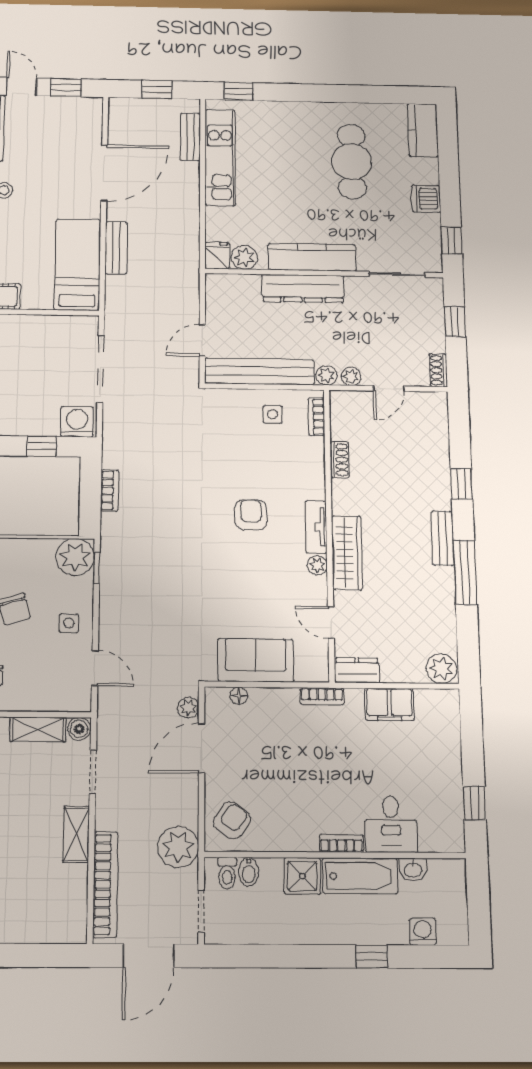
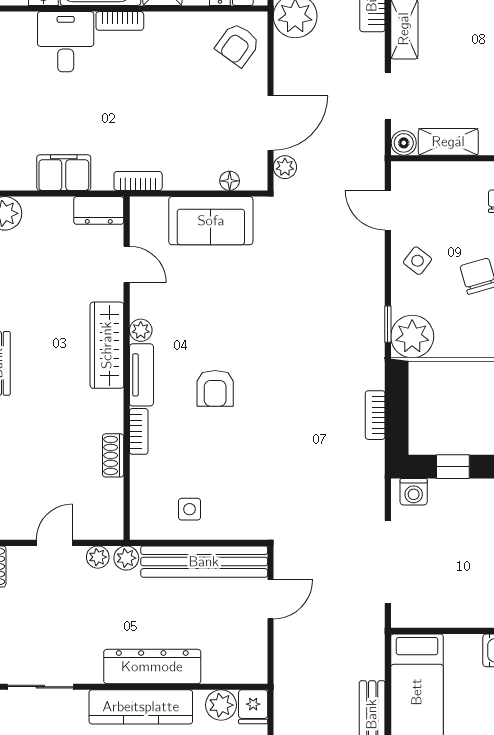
bookcase: (317, 417) -> (139, 431), moved
washing machine: (77, 422) -> (414, 492), width x0.73, depth x0.73
side table: (69, 623) -> (418, 261), turned 38

